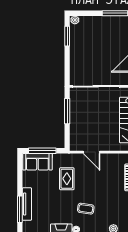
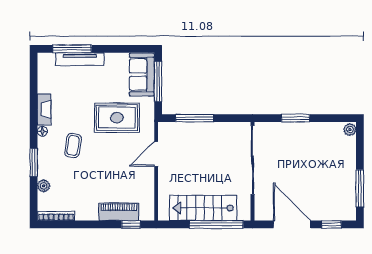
window: (67, 36) -> (296, 118), moved
window: (67, 111) -> (195, 118), moved
rug: (67, 179) -> (117, 118), width x1.36, depth x1.43

